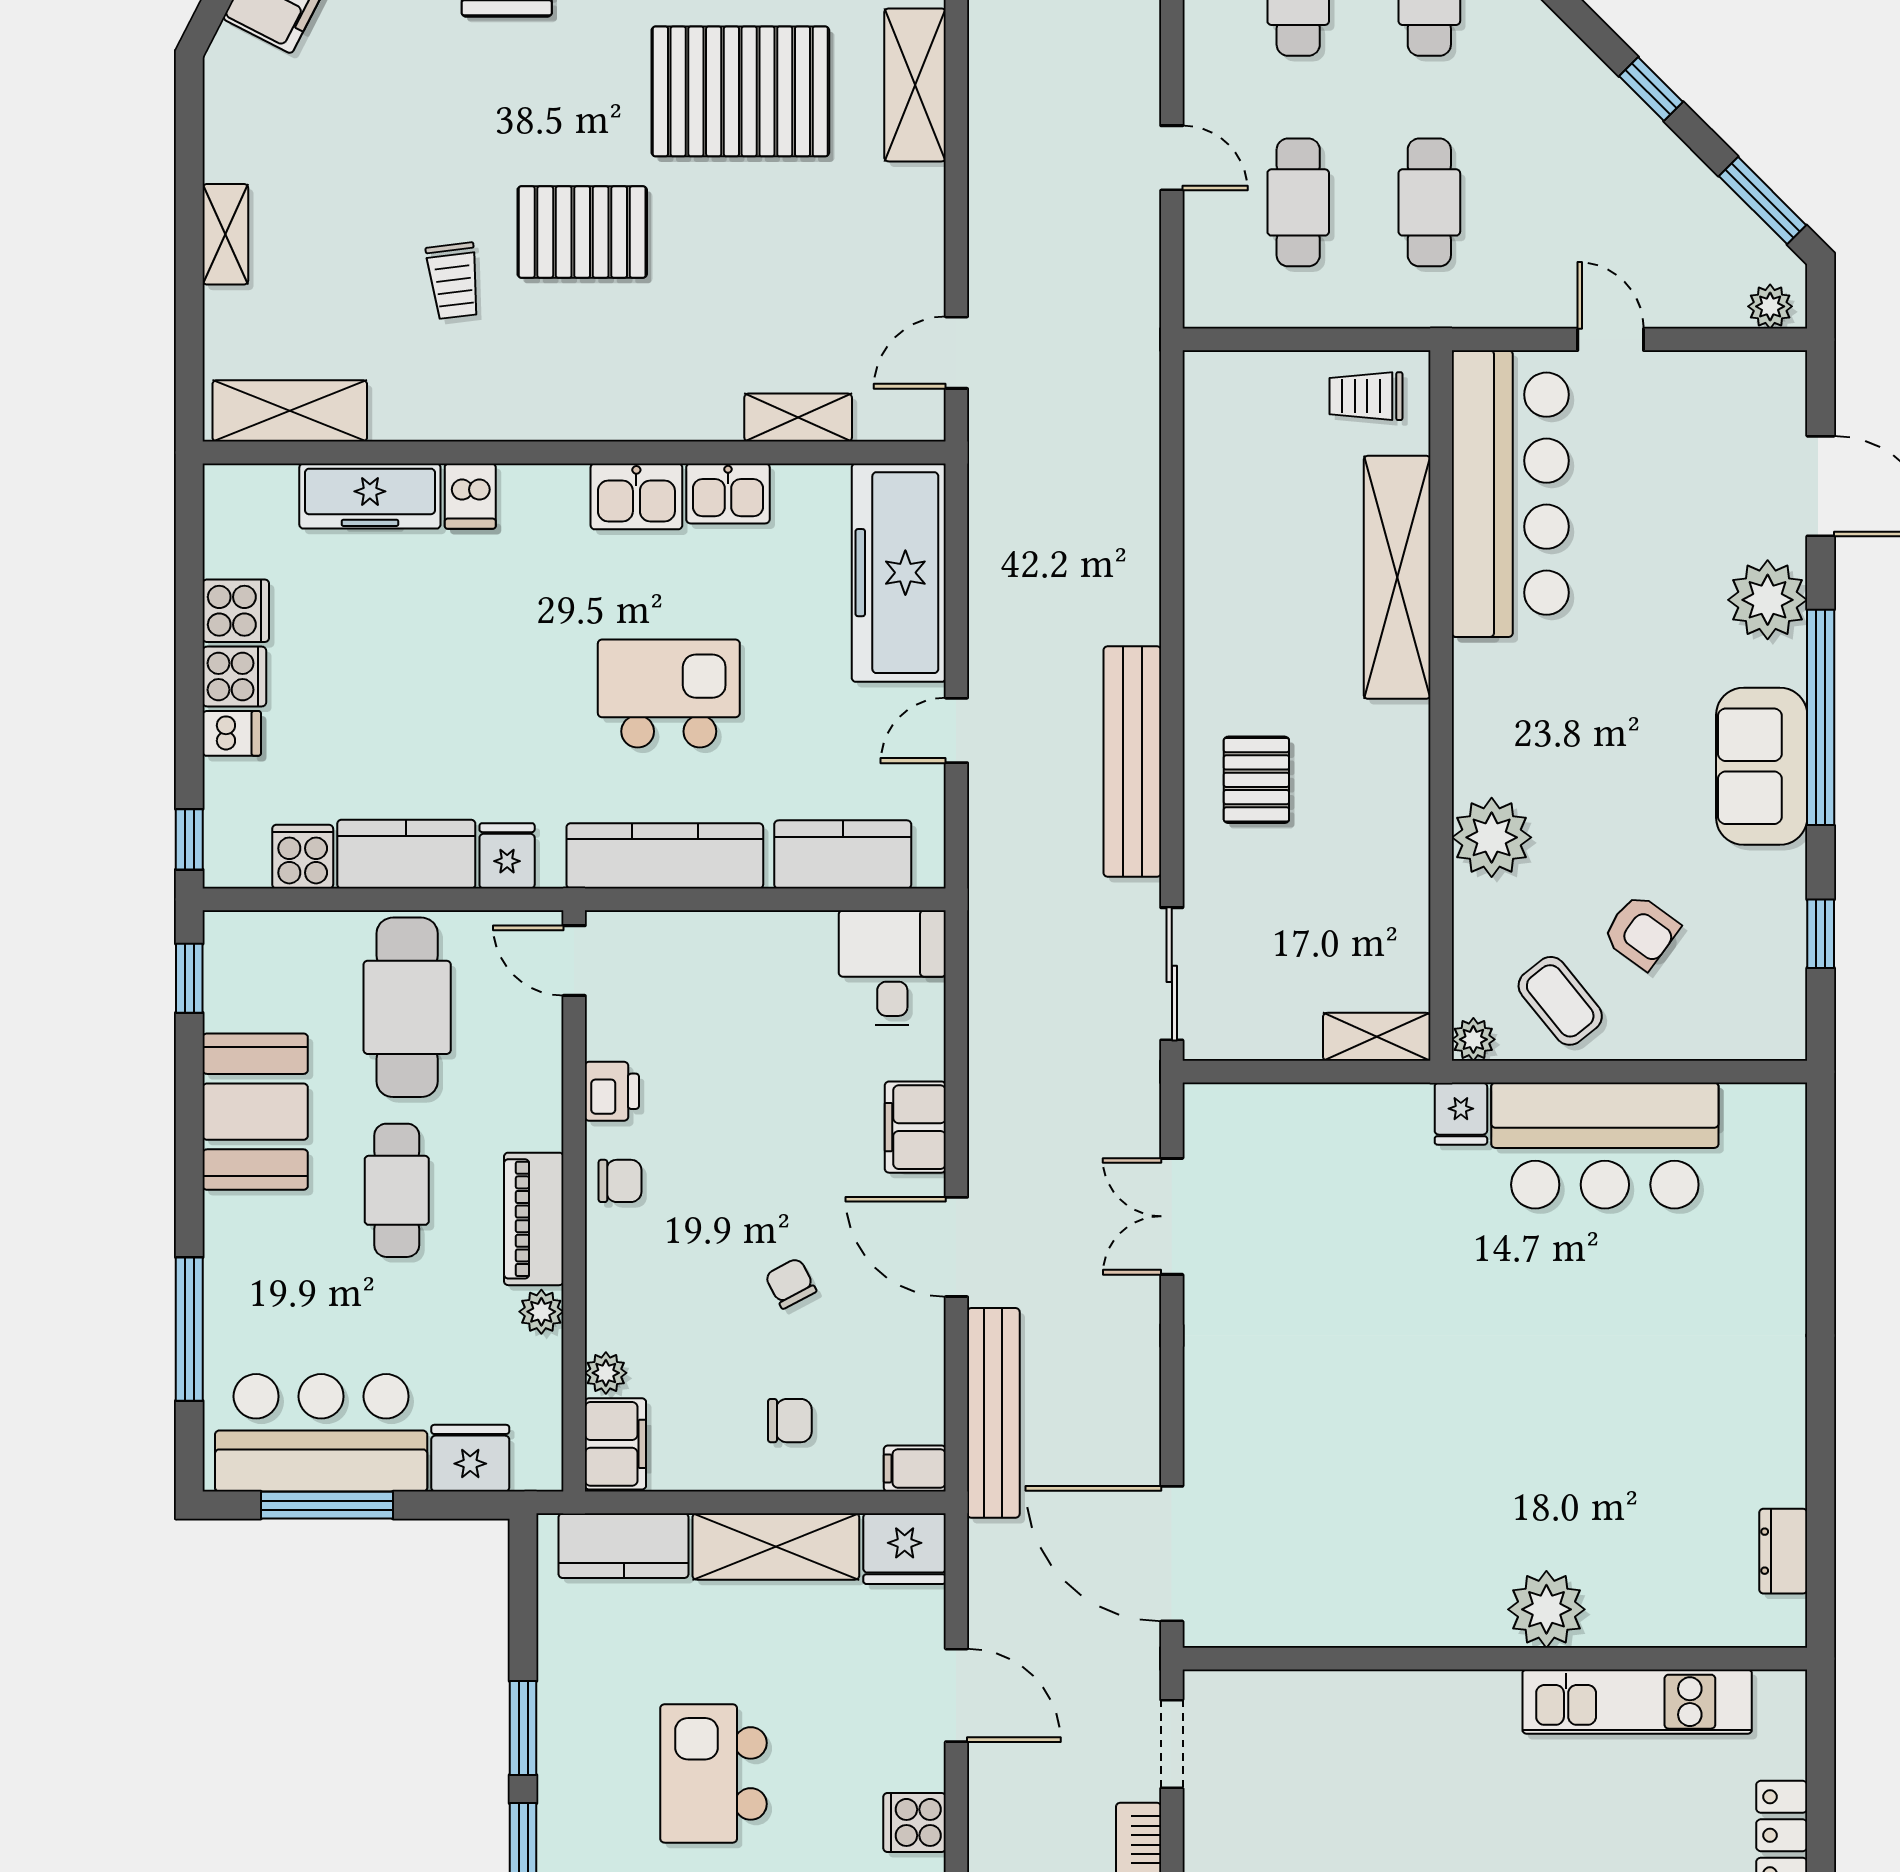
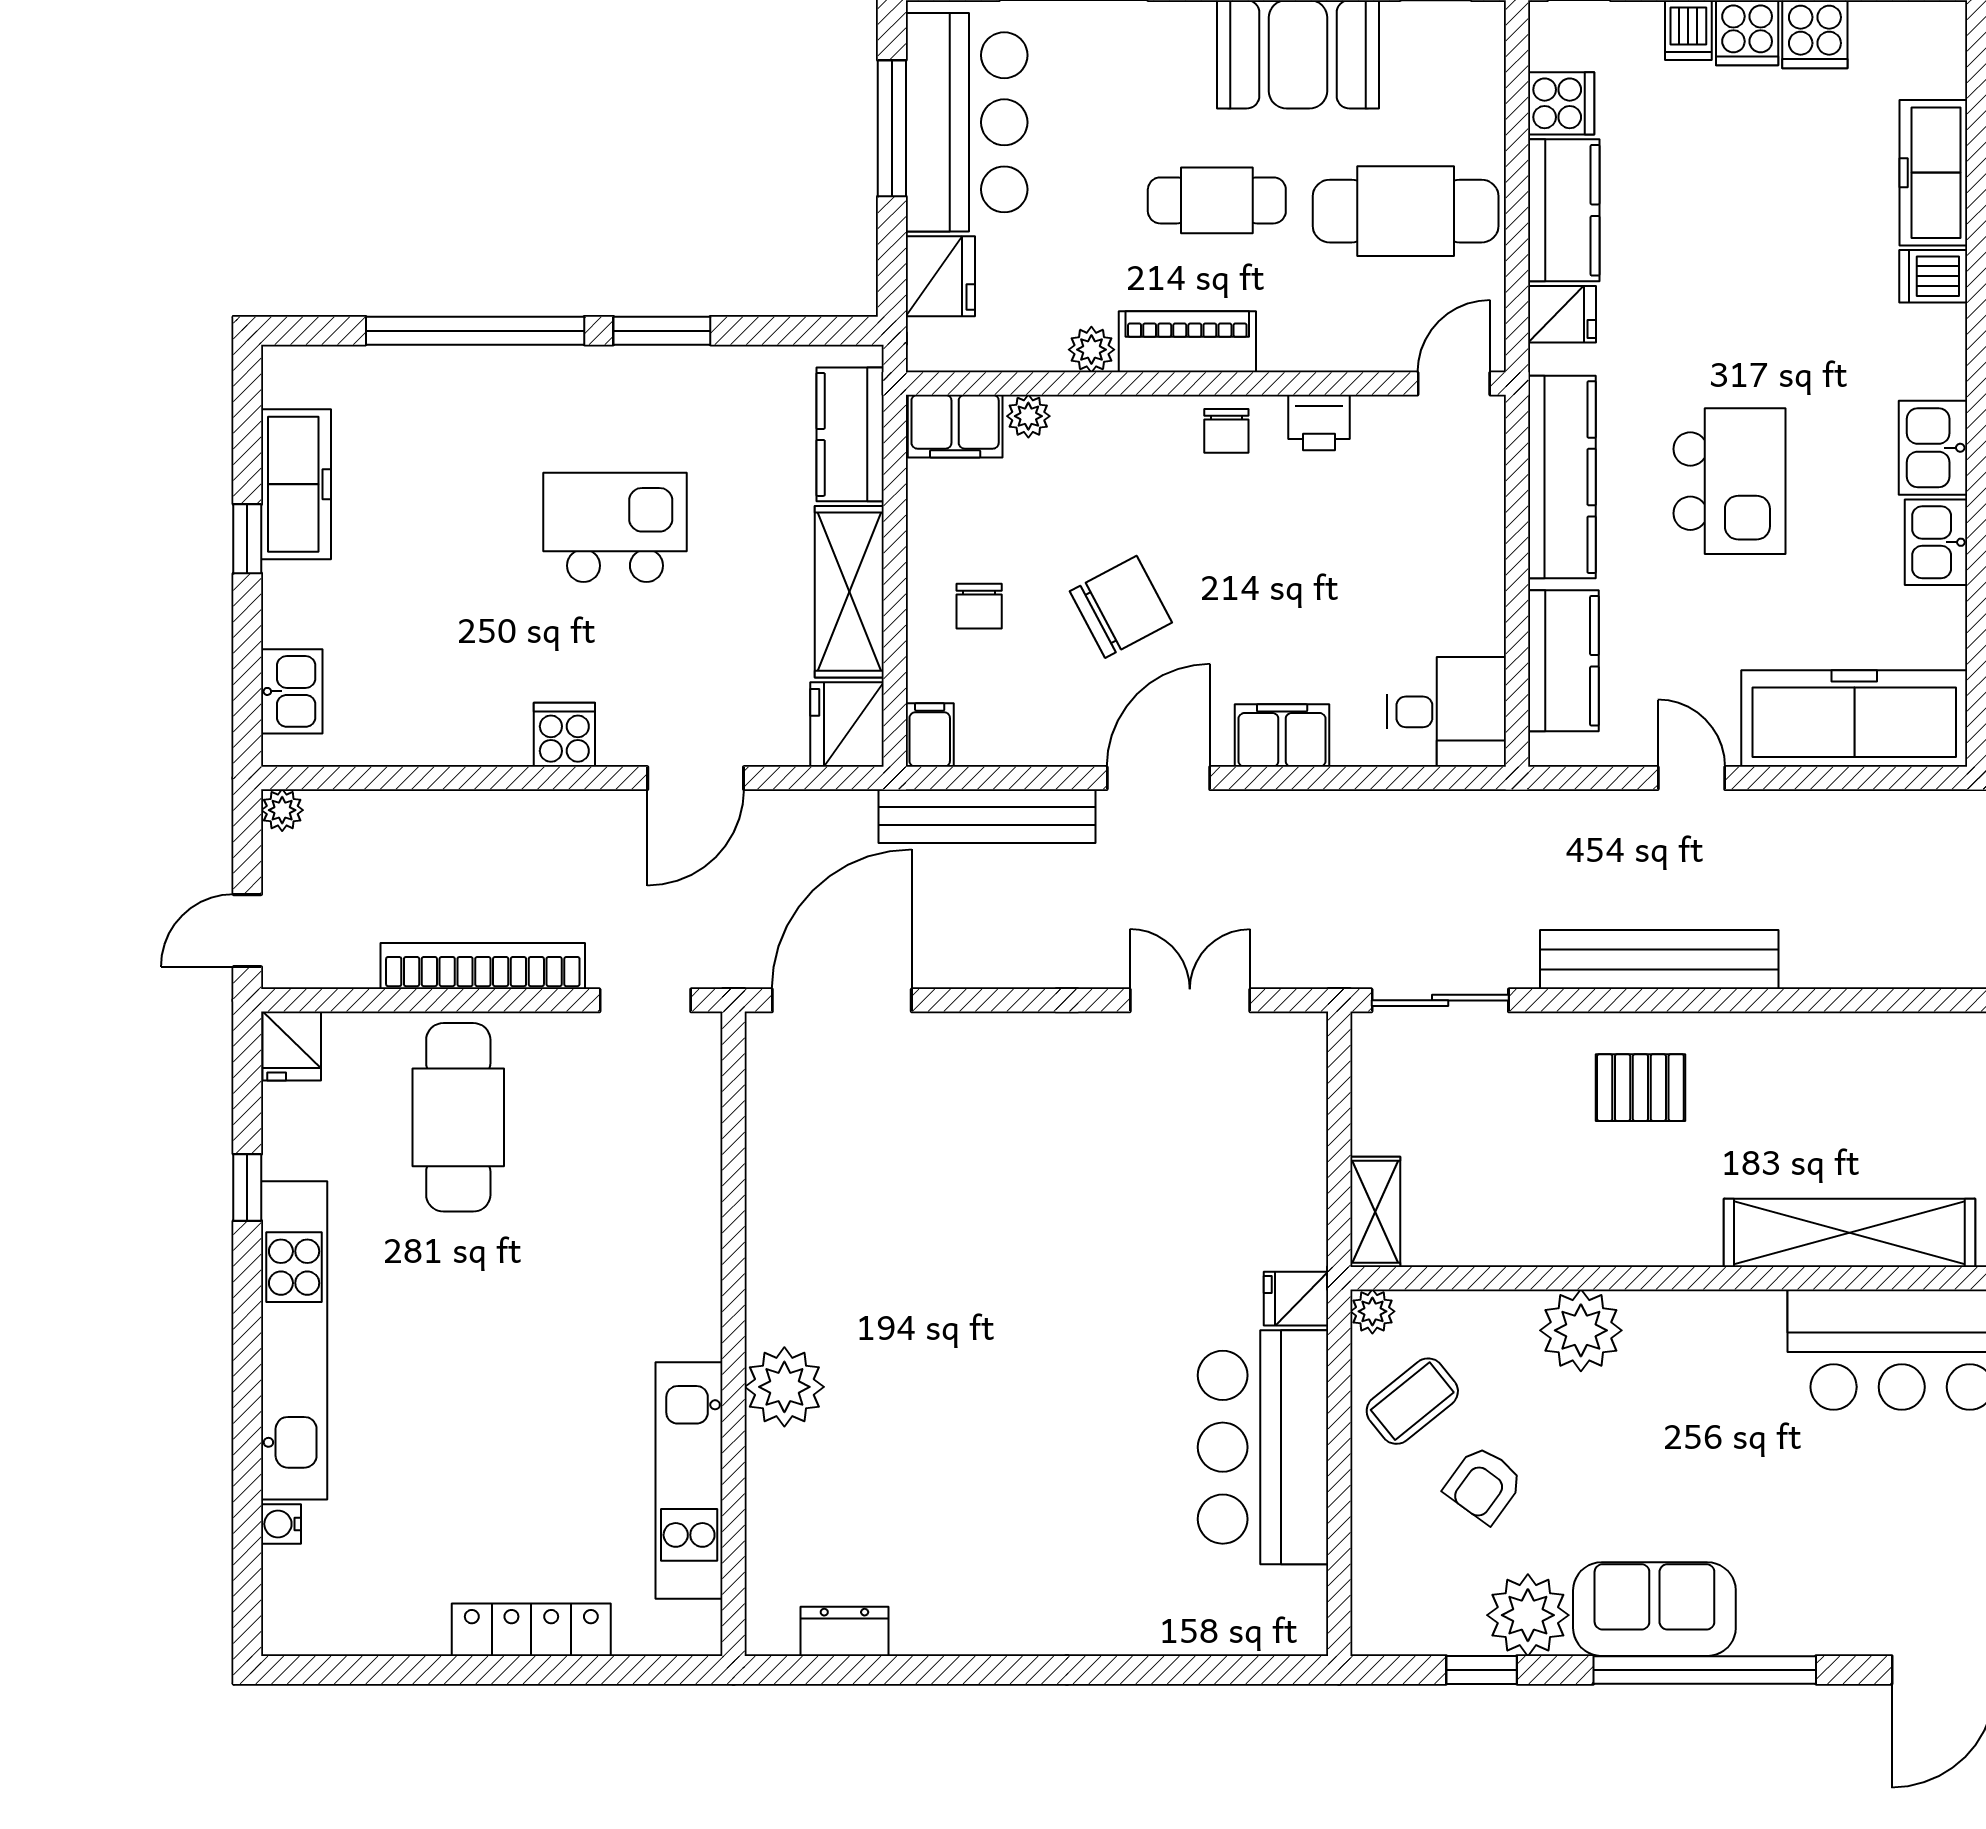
plant: (1768, 600) -> (1528, 1615), moved
chair: (791, 1283) -> (1121, 607), width x1.87, depth x1.87

